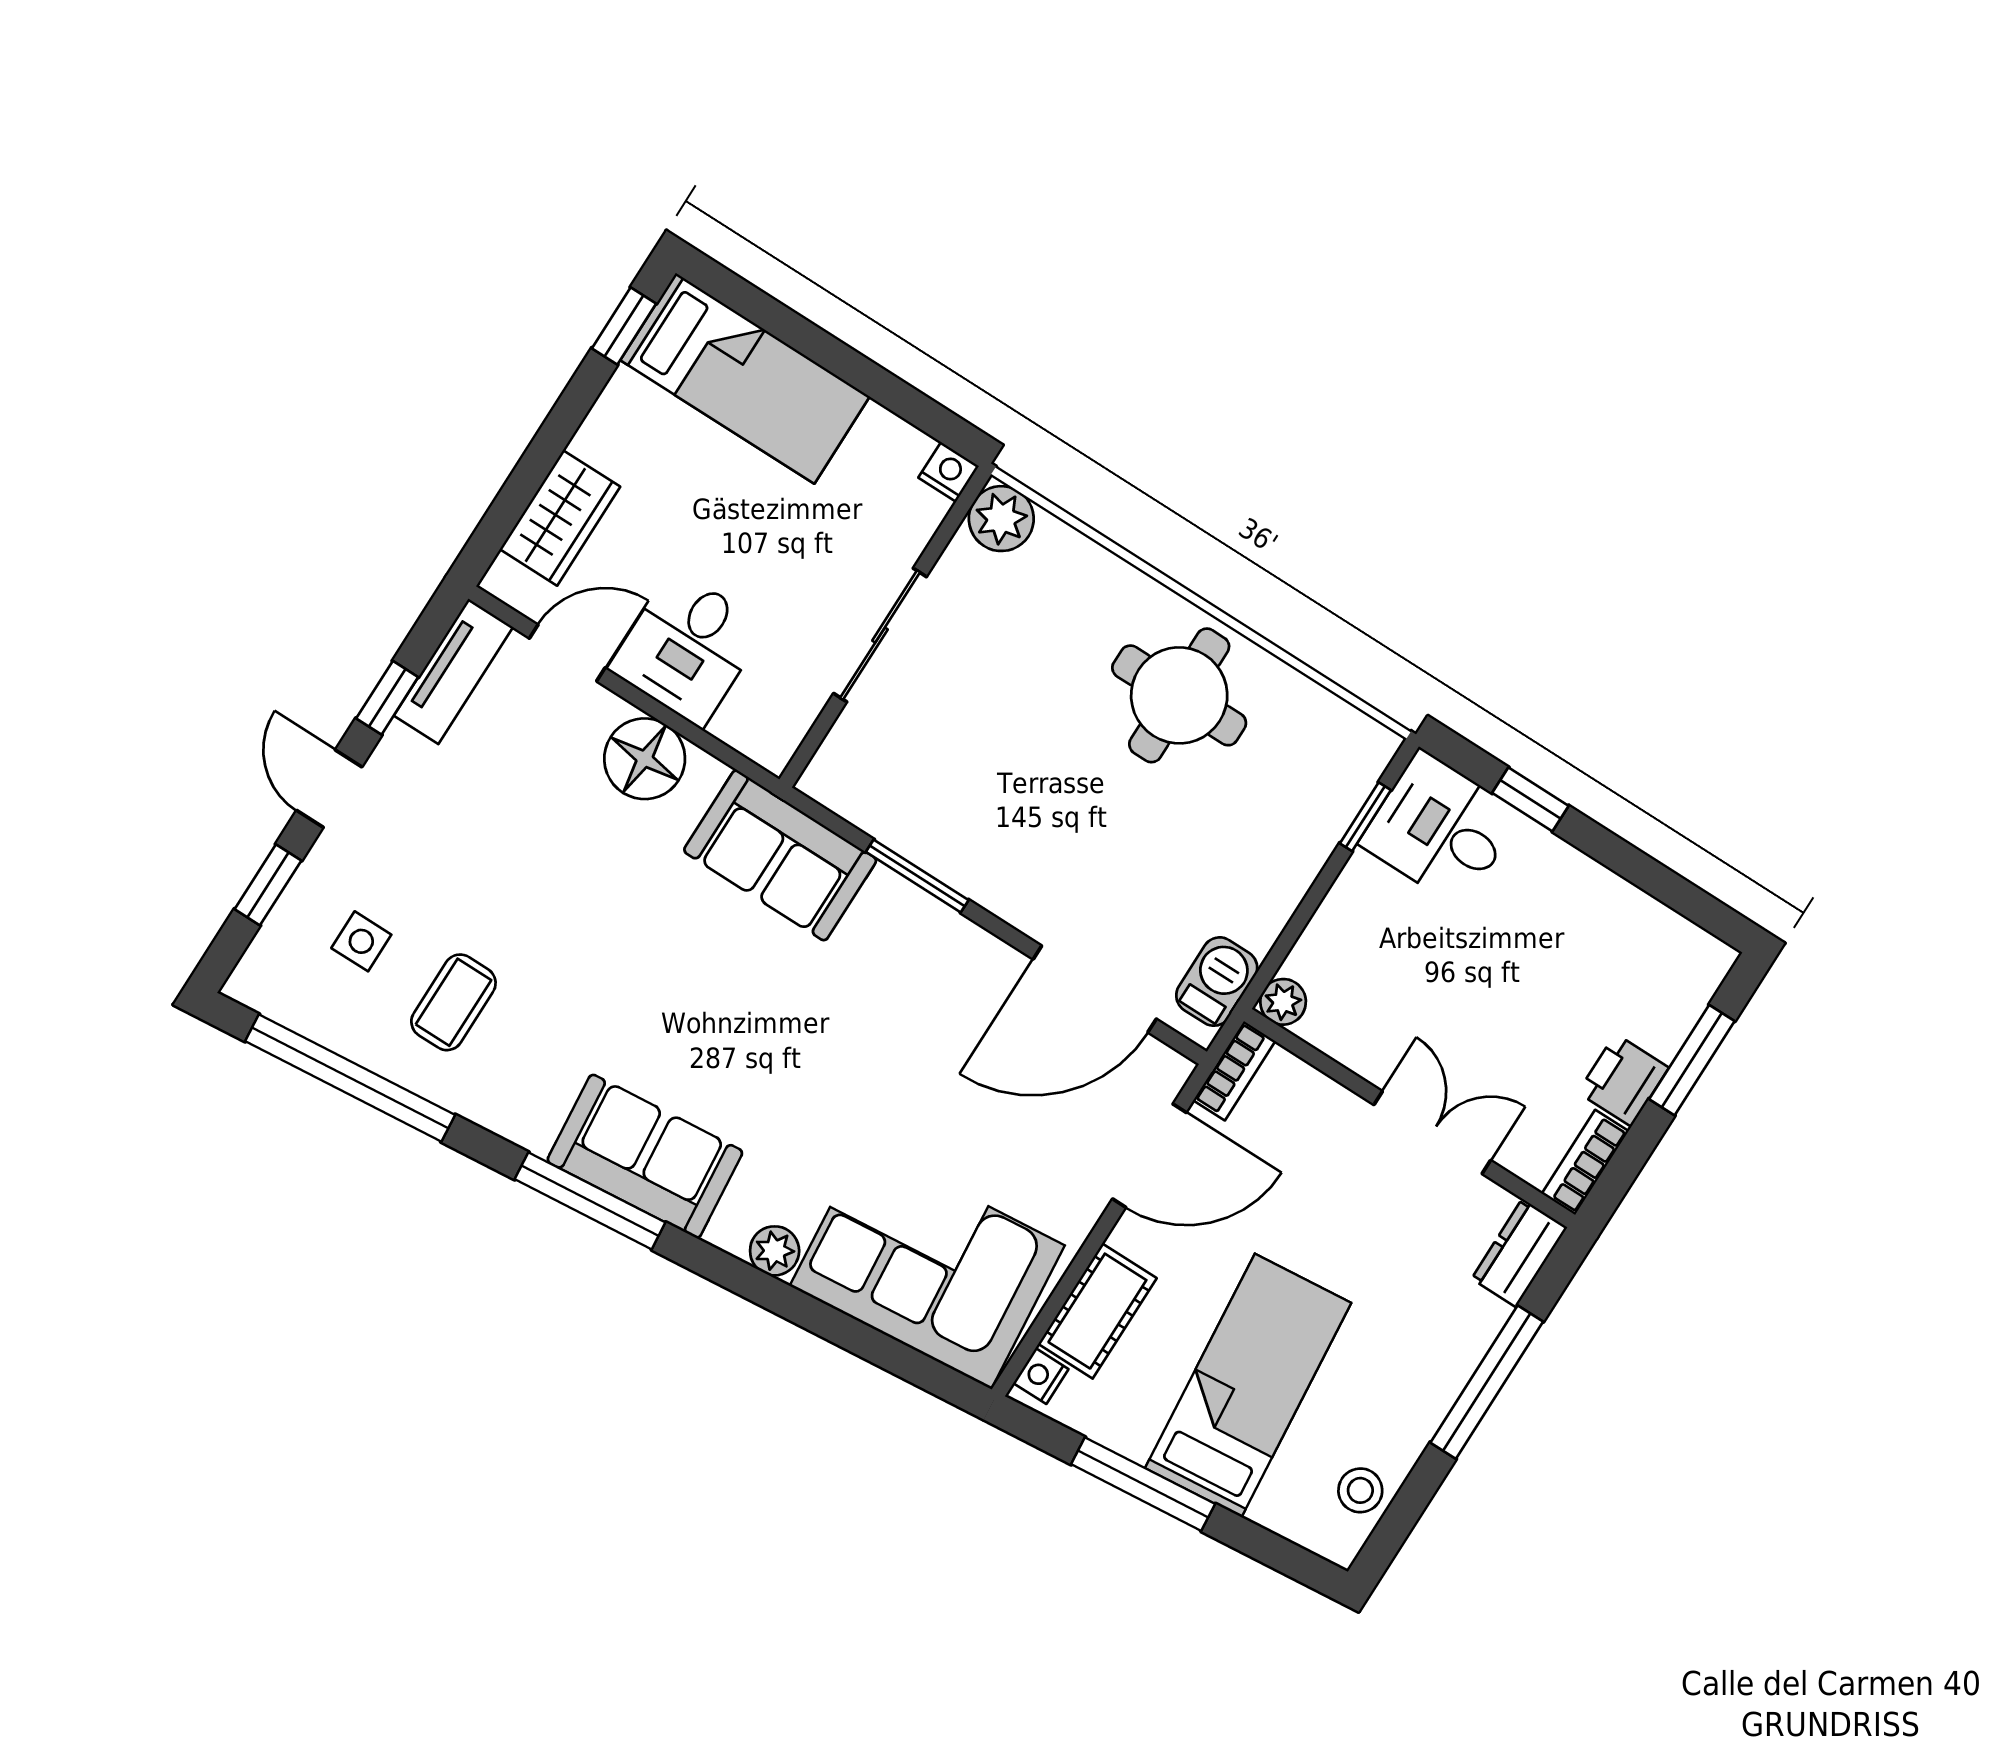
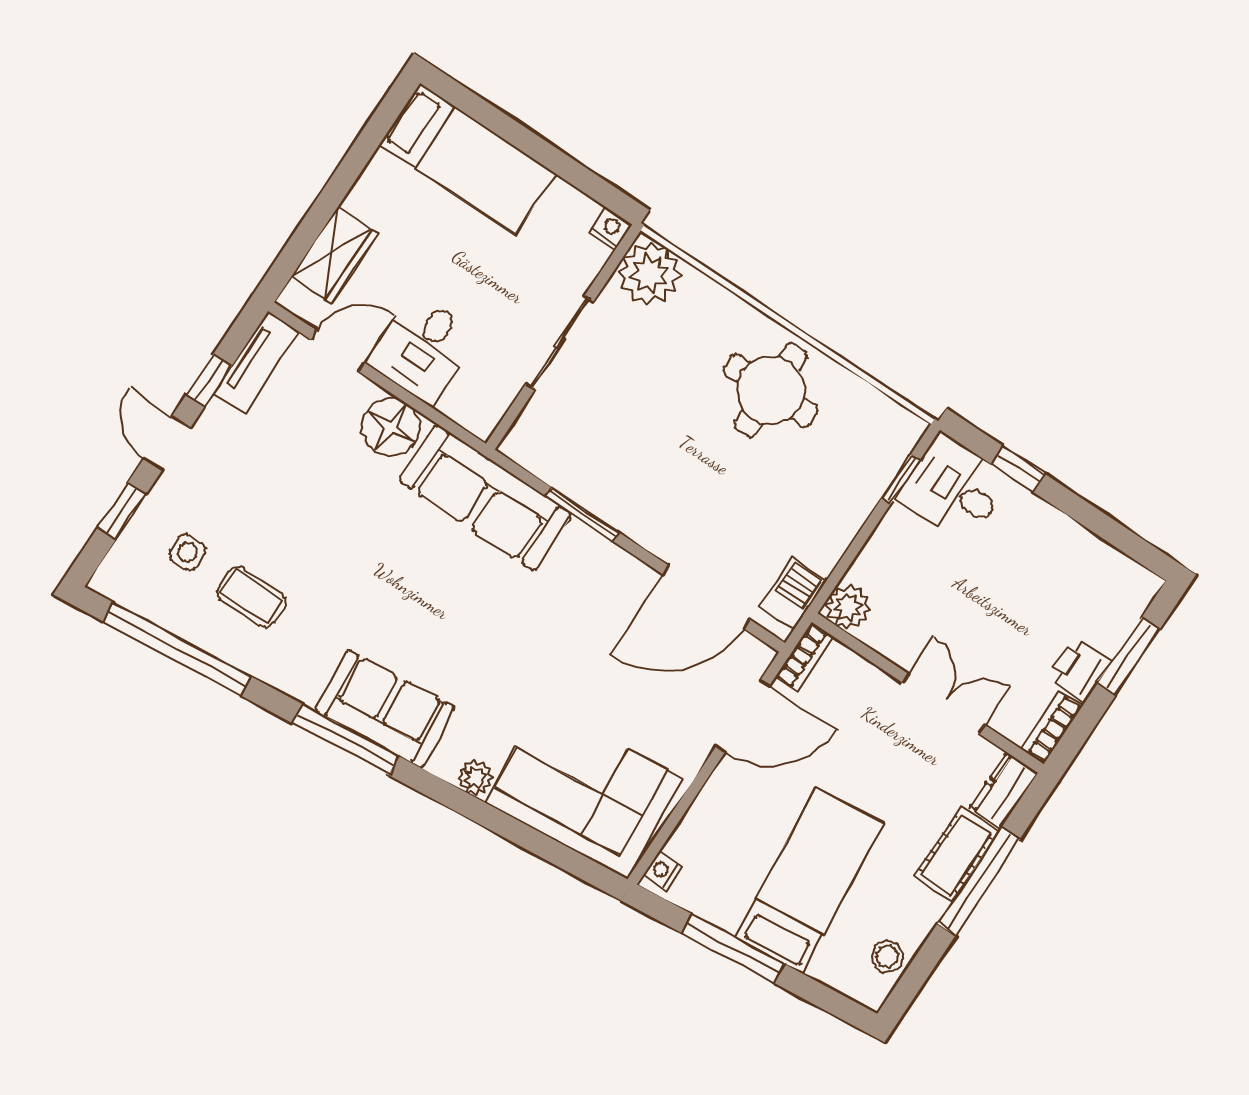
window: (624, 326) -> (383, 120), removed
plant: (1001, 519) -> (650, 274), width x1.36, depth x1.36
sofa: (780, 855) -> (485, 497), width x1.36
coffee table: (453, 1002) -> (252, 597), turned 90
plant: (1283, 1002) -> (848, 607), width x1.38, depth x1.38
cot: (1097, 1311) -> (956, 854), moved

